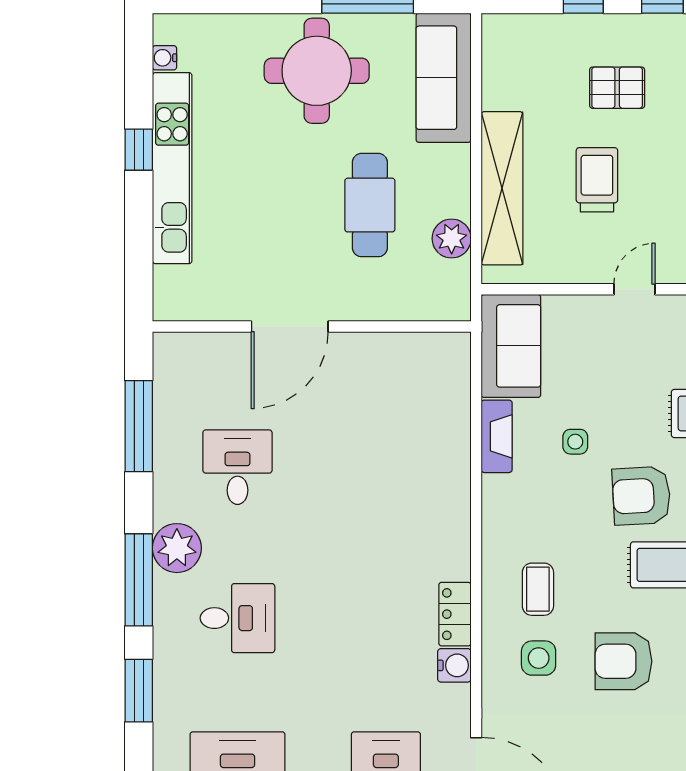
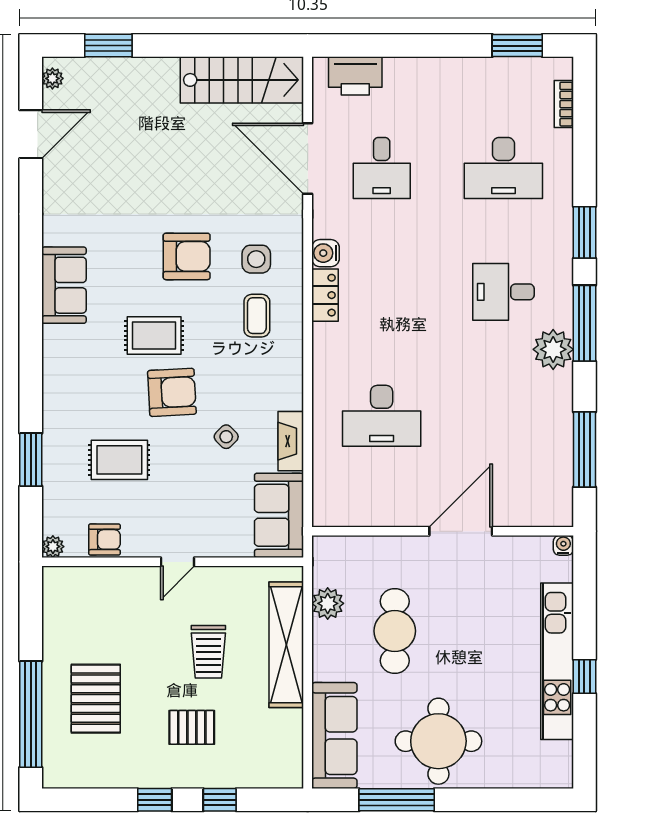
water cooler: (164, 58) -> (563, 545), moved, turned -90
side table: (575, 442) -> (226, 437), turned 45
desk: (237, 467) -> (382, 416), moved, width x1.37

